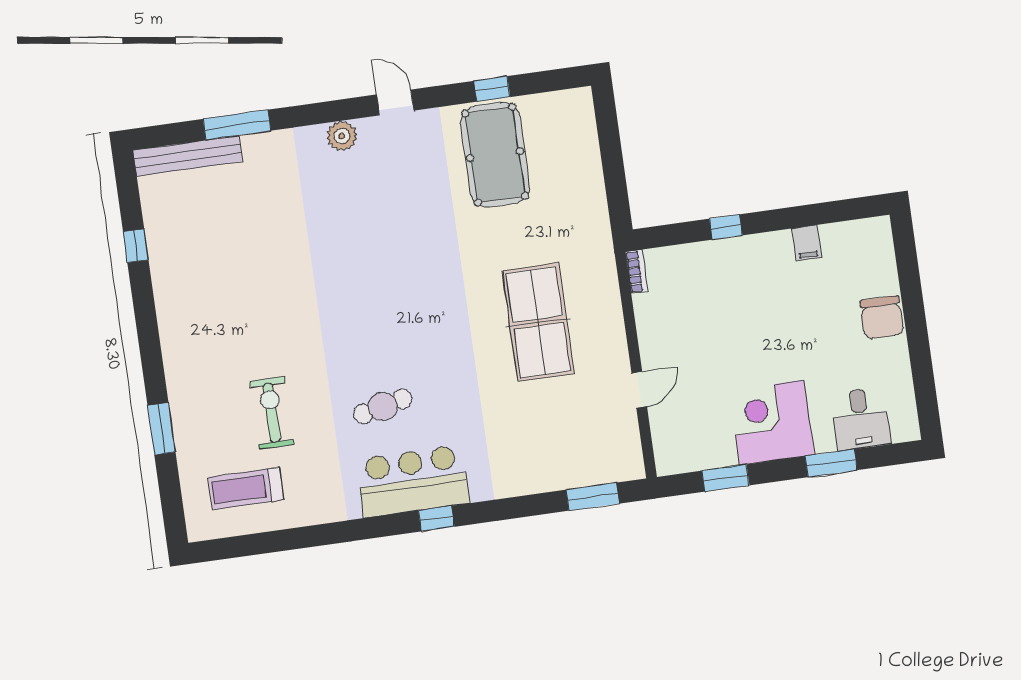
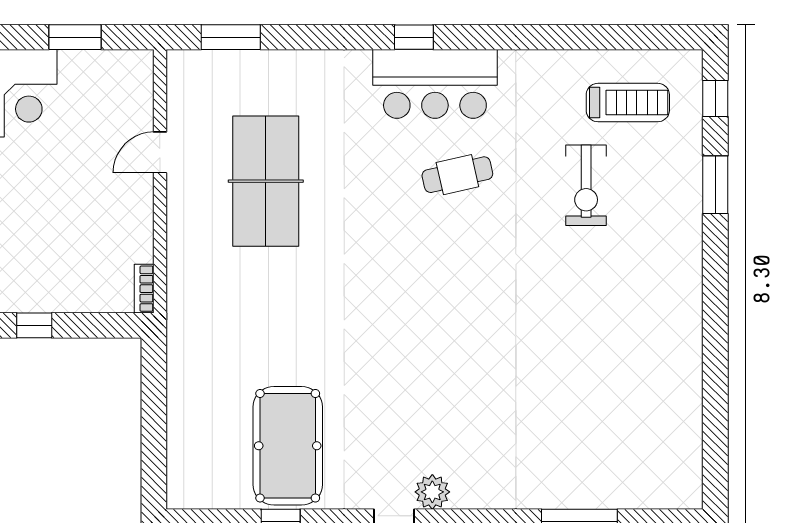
plant: (342, 136) -> (432, 492), moved
bench: (188, 156) -> (641, 494), removed
window: (136, 246) -> (715, 98), moved
table tennis table: (538, 322) -> (266, 181), moved

